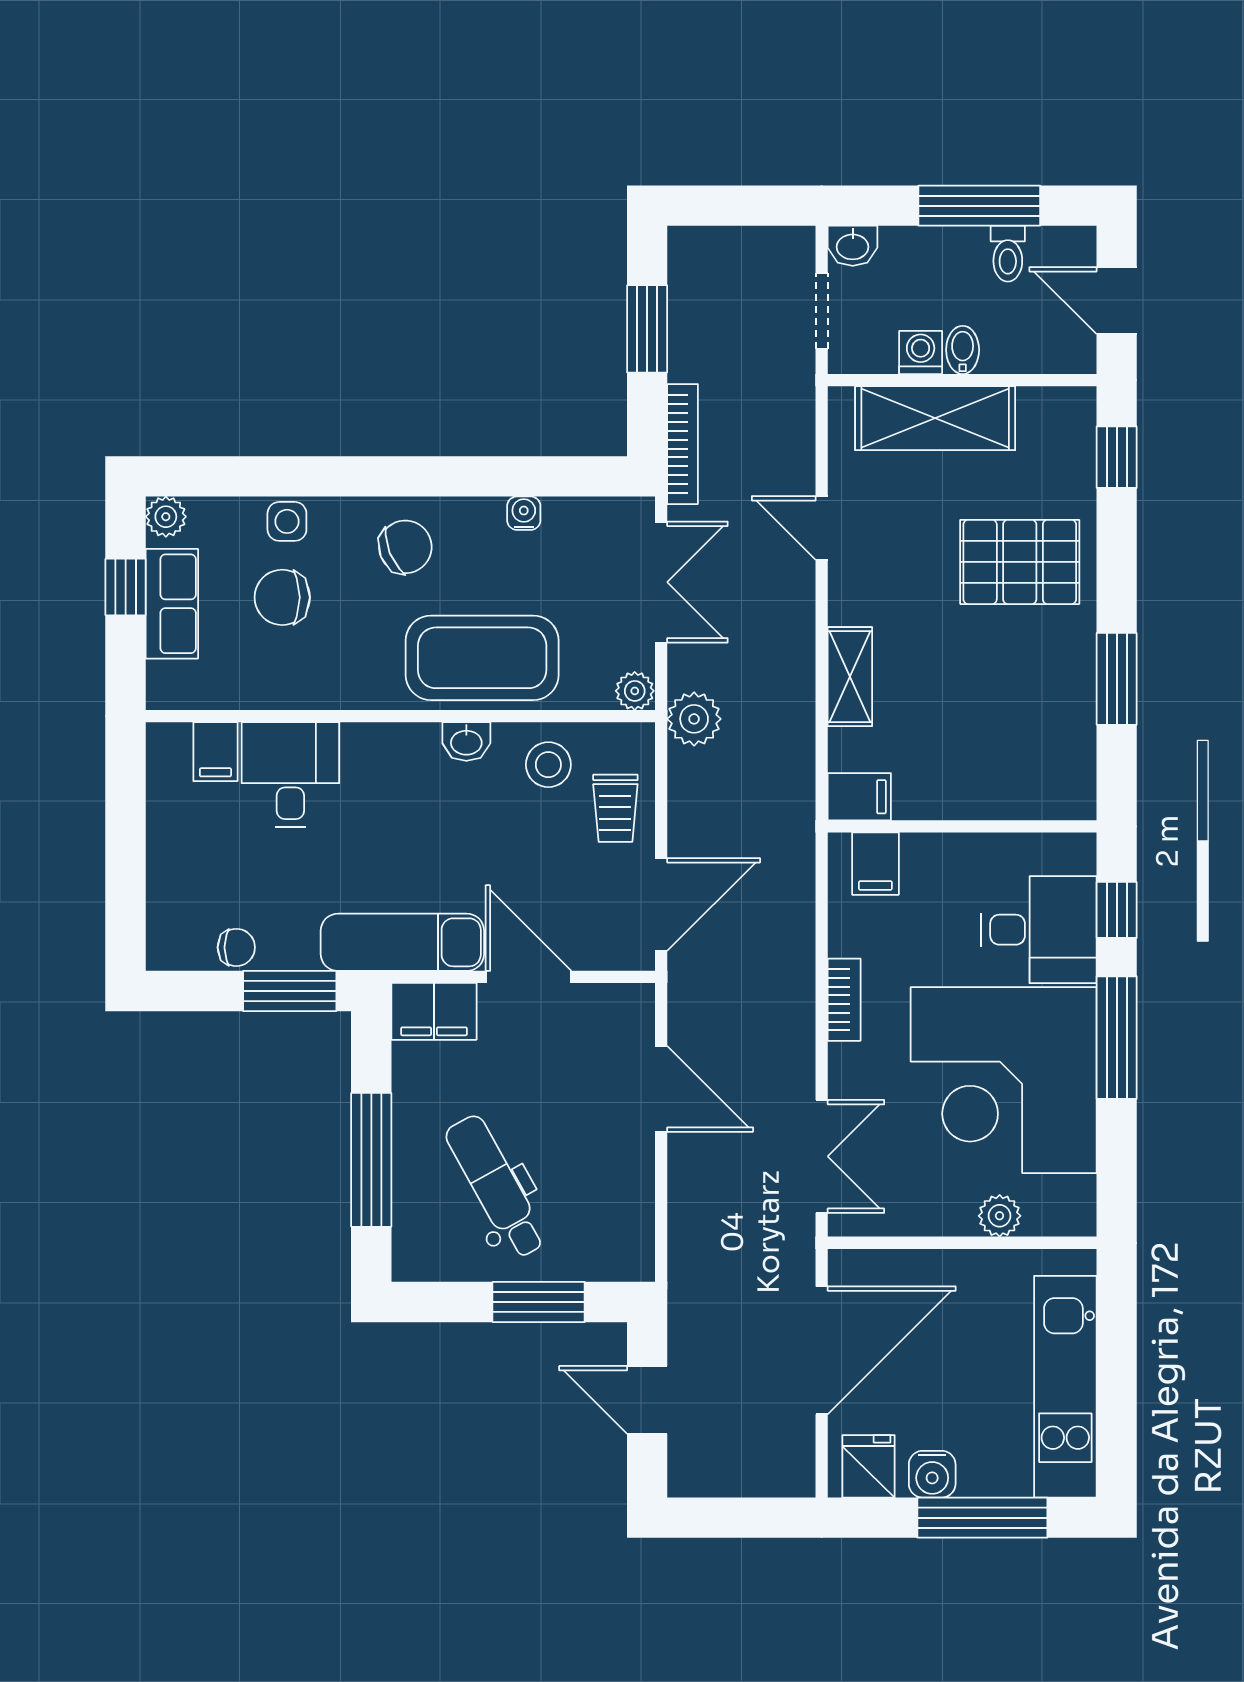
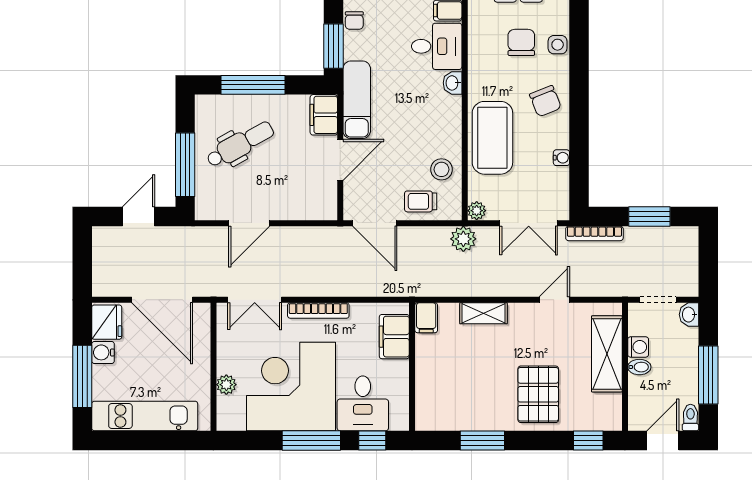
toilet: (1008, 254) -> (690, 418), moved, turned 90
washbasin: (466, 742) -> (453, 83), moved
filing cabinet: (875, 864) -> (394, 337), width x2.00
bookcase: (844, 1000) -> (318, 311), width x1.56
door: (661, 1089) -> (249, 223), moved
window: (539, 1302) -> (185, 165), width x1.44
fridge: (868, 1466) -> (107, 322), width x1.38

